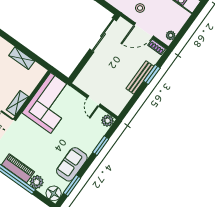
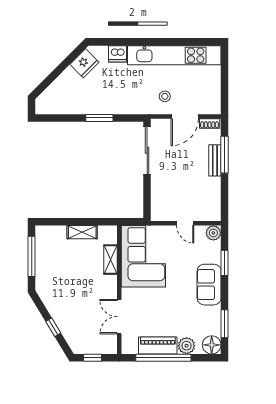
plant: (171, 35) -> (215, 102), removed
window: (152, 74) -> (225, 155), width x1.44
bench: (140, 77) -> (215, 160), width x0.73
shelving: (18, 103) -> (110, 260), moved
sofa: (72, 164) -> (209, 285), moved

